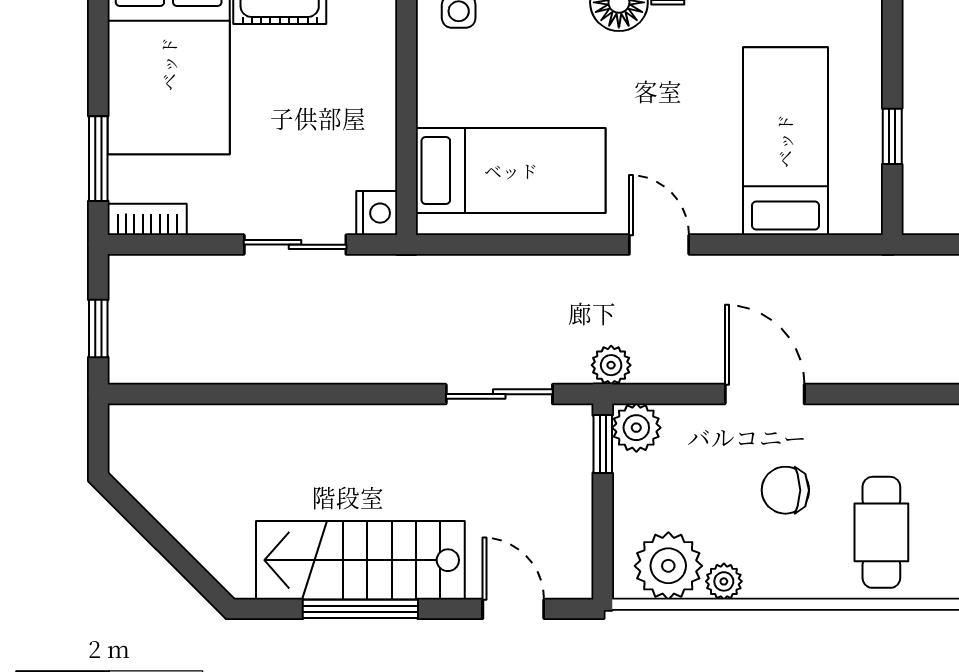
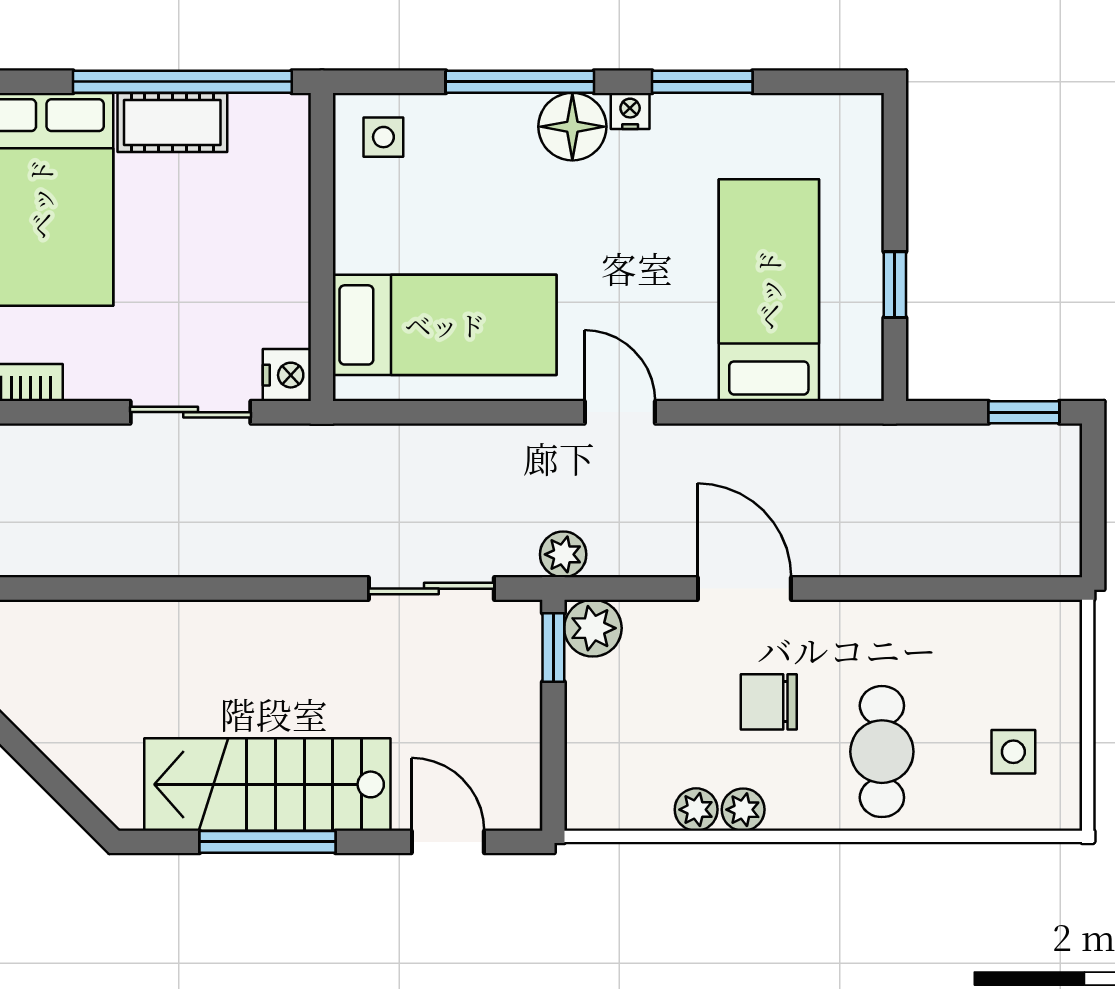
plant: (668, 566) -> (743, 810), moved, width x0.53, depth x0.53

